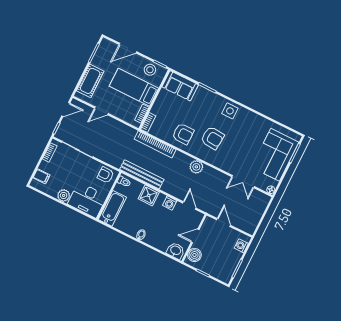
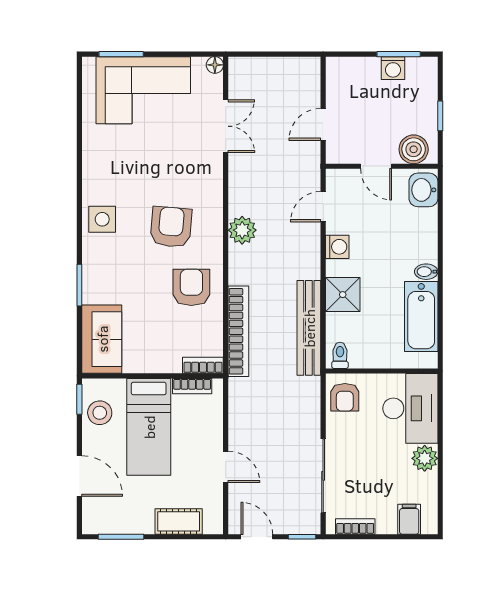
cot: (90, 81) -> (179, 521), width x0.73, depth x0.75
bathtub: (112, 208) -> (421, 317), moved, turned -90
washing machine: (241, 246) -> (393, 68), moved

